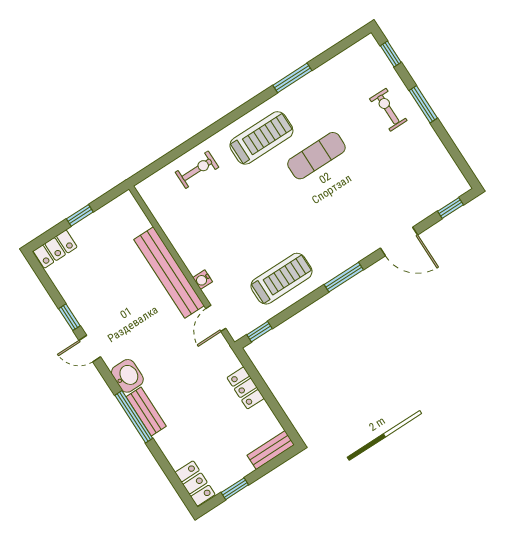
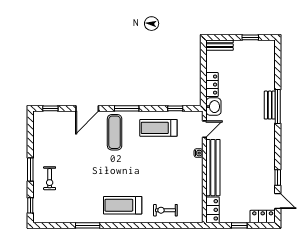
exercise mat: (316, 156) -> (115, 132), moved, turned 90
door: (399, 241) -> (87, 108), swing flipped
window: (259, 332) -> (175, 108), moved
door: (90, 349) -> (278, 201), moved
washbasin: (127, 376) -> (213, 107), moved, turned 180
locker: (195, 483) -> (212, 210), moved, turned 180

